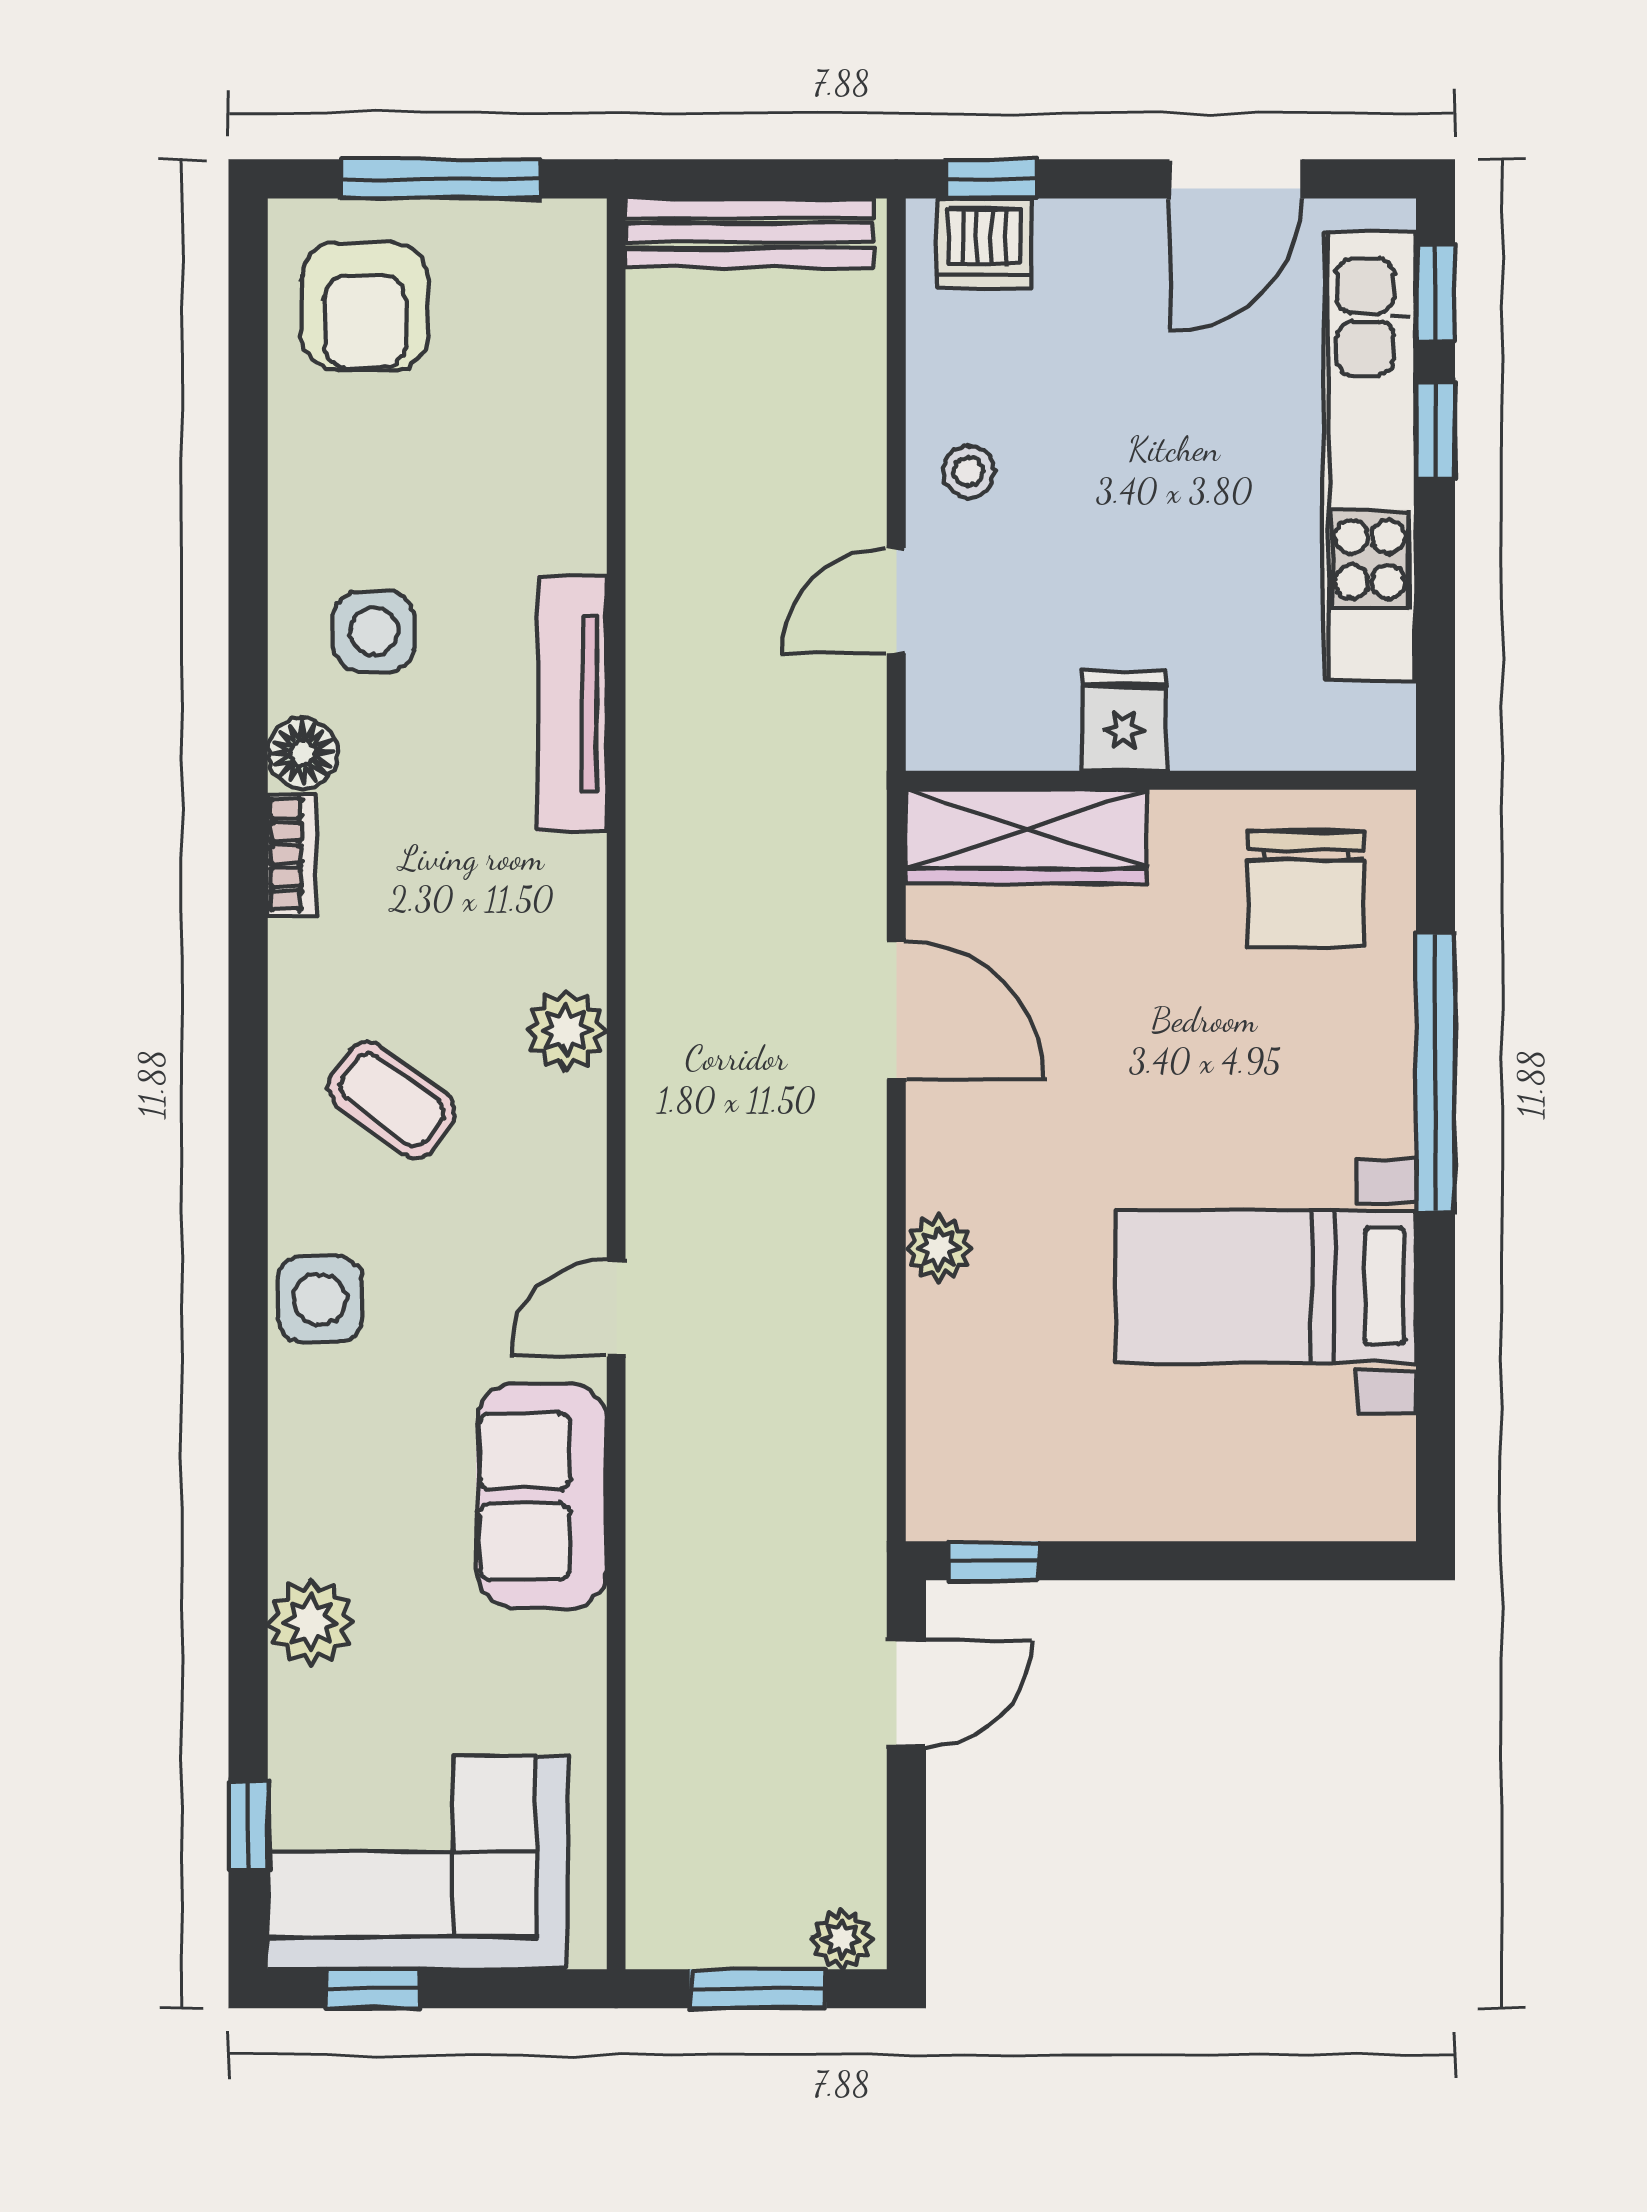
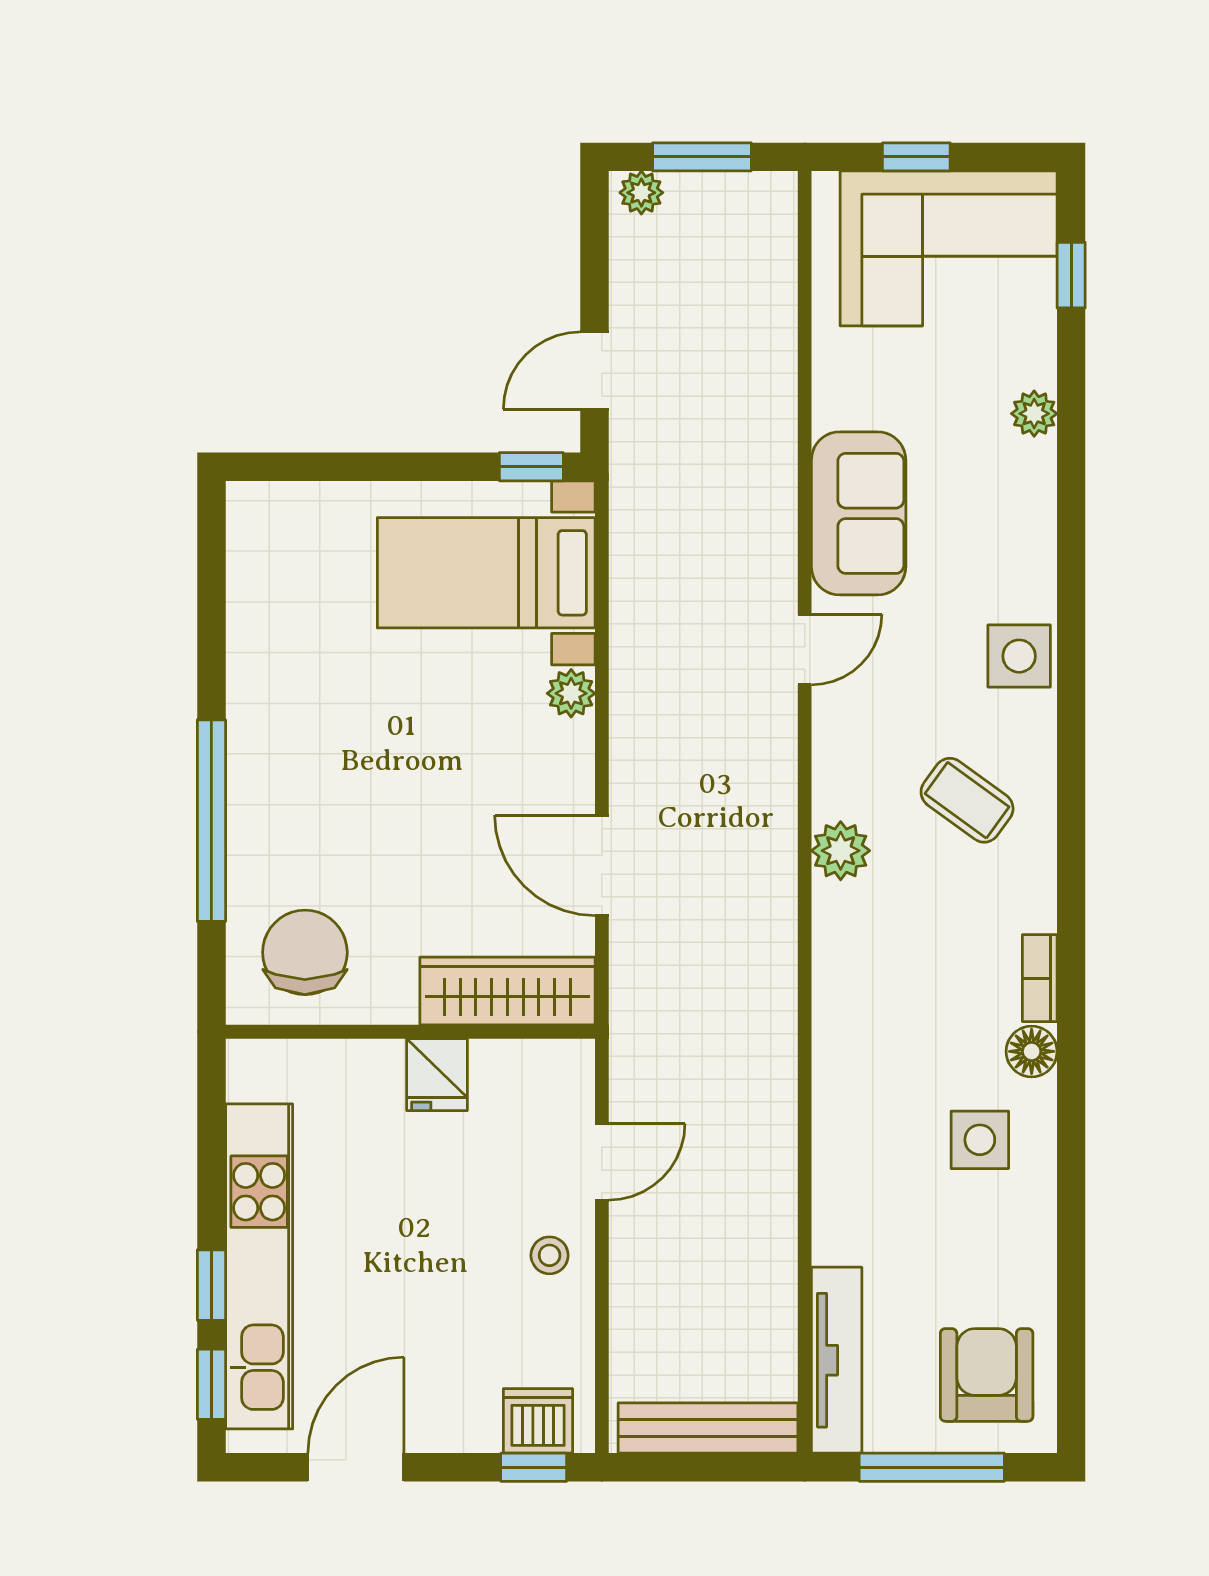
tv unit: (572, 704) -> (837, 1360), moved
bed with nightstands: (1266, 1286) -> (486, 573), moved, turned 180
plant: (311, 1622) -> (1034, 414), width x0.73, depth x0.73
window: (373, 1989) -> (916, 157), moved

